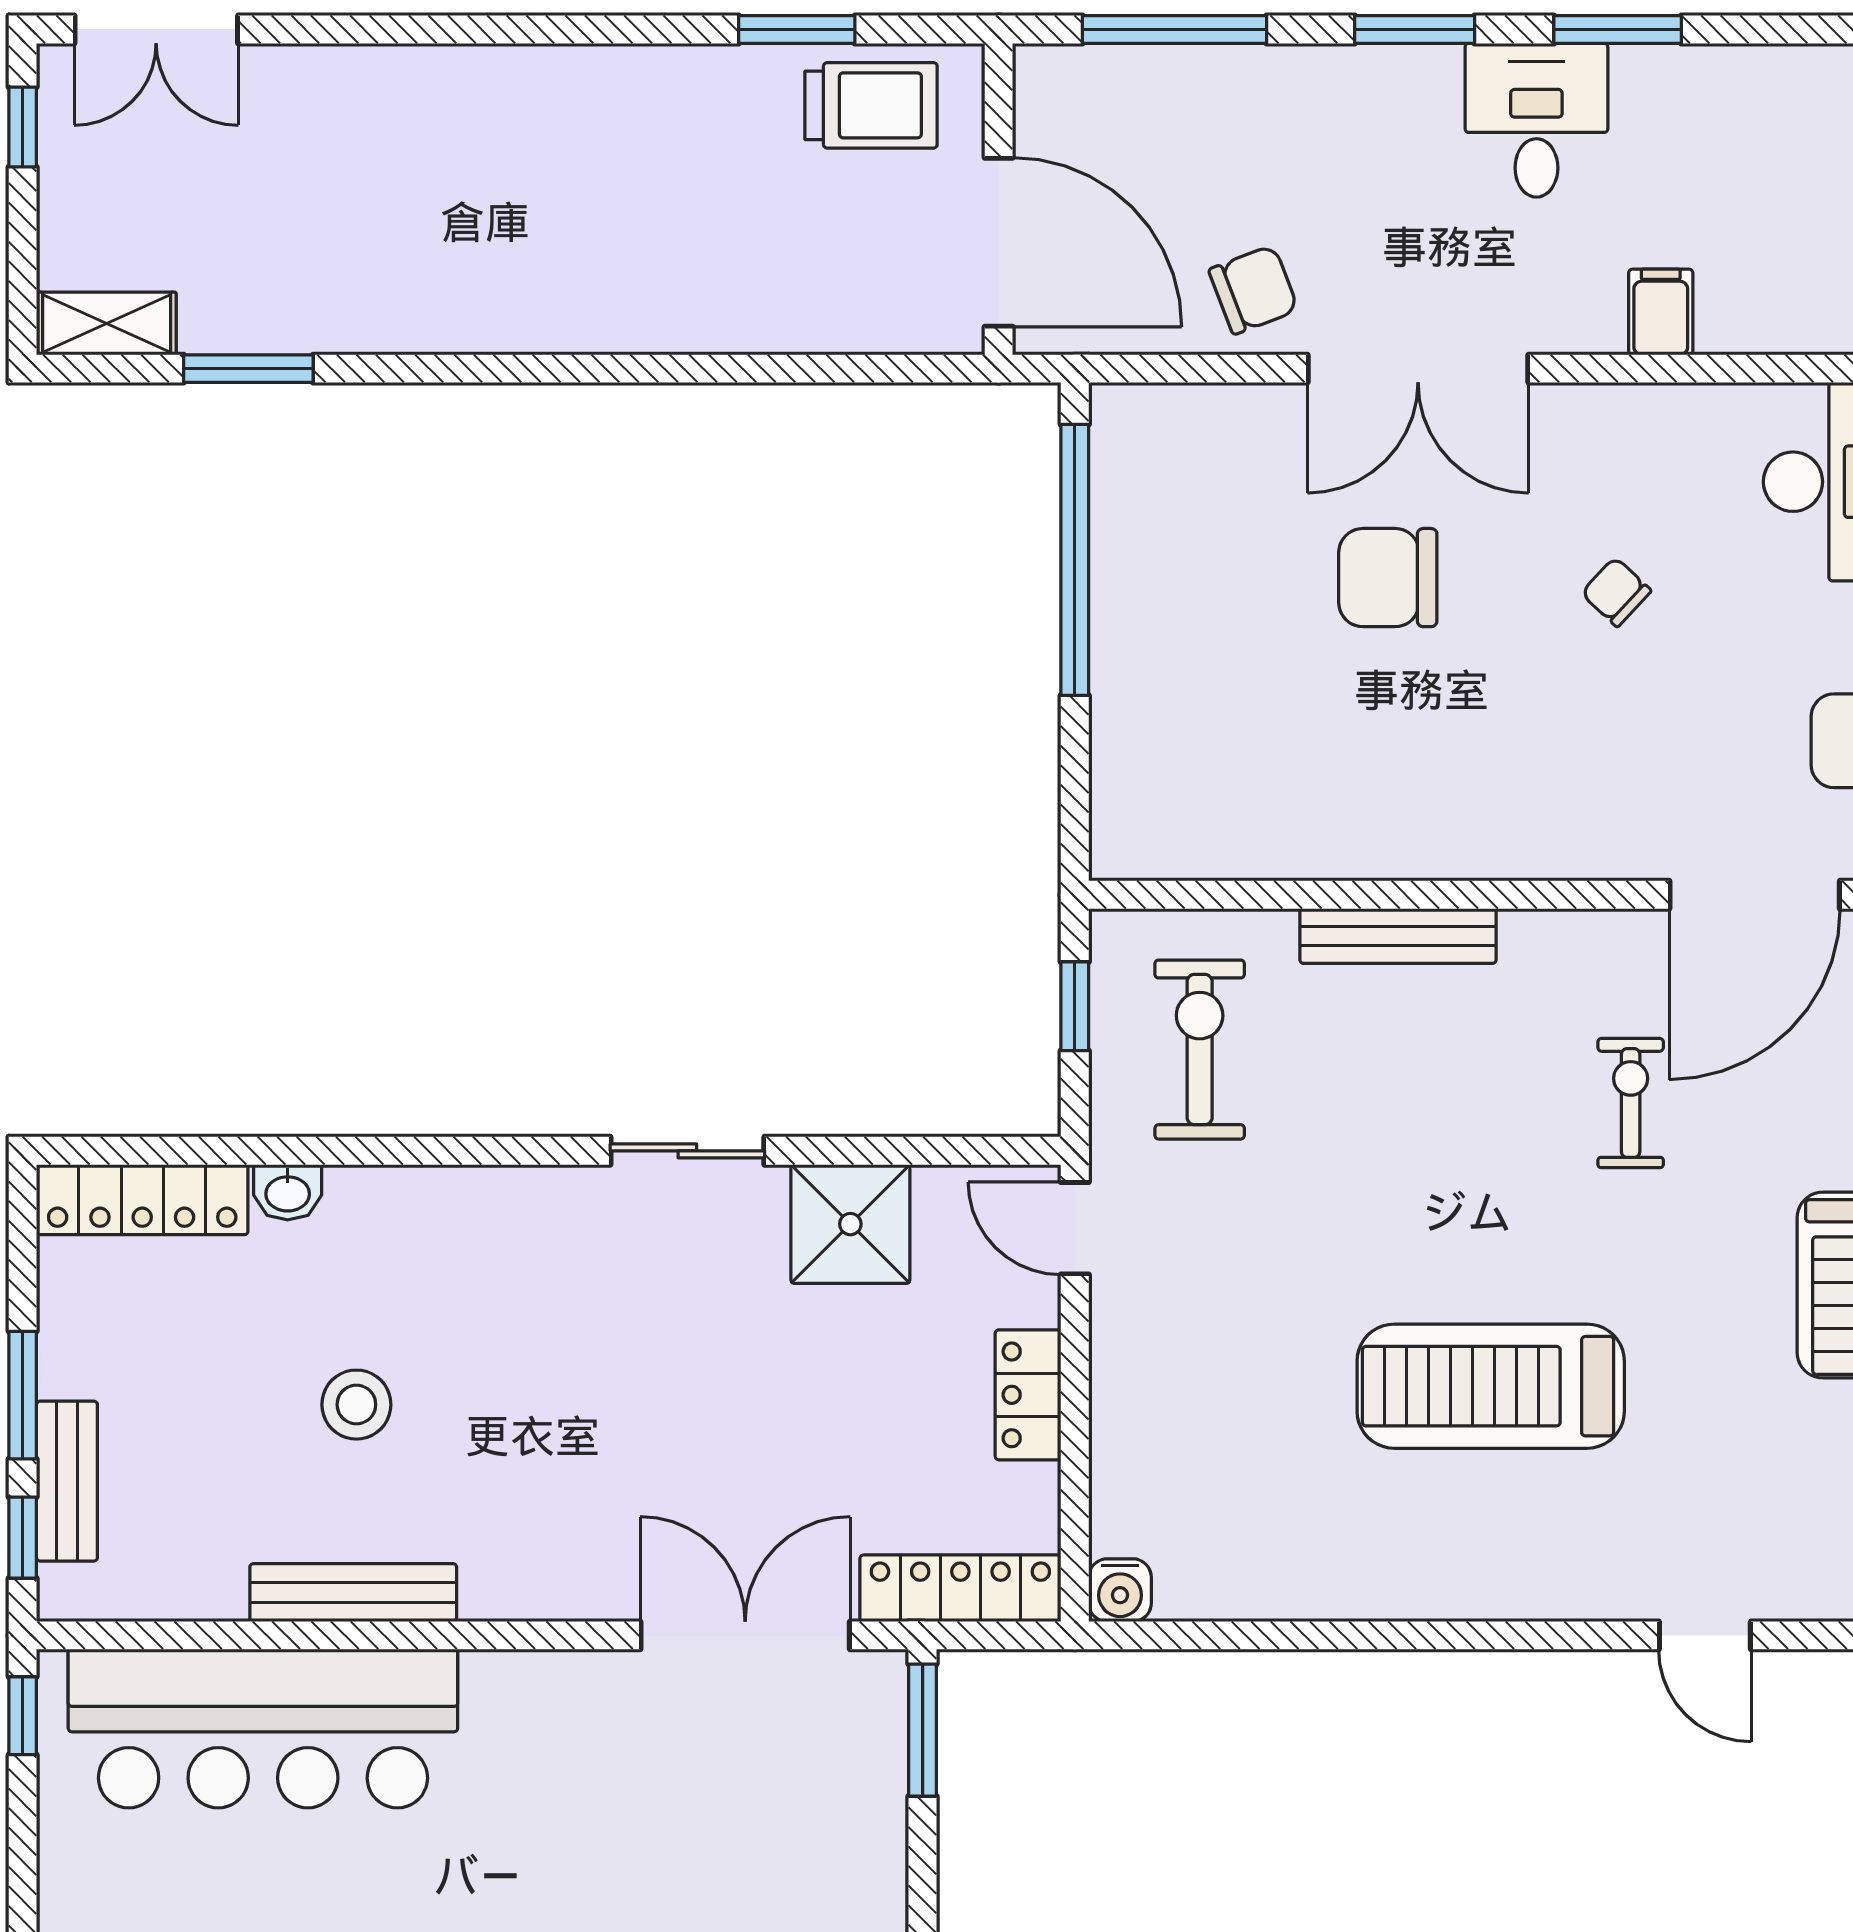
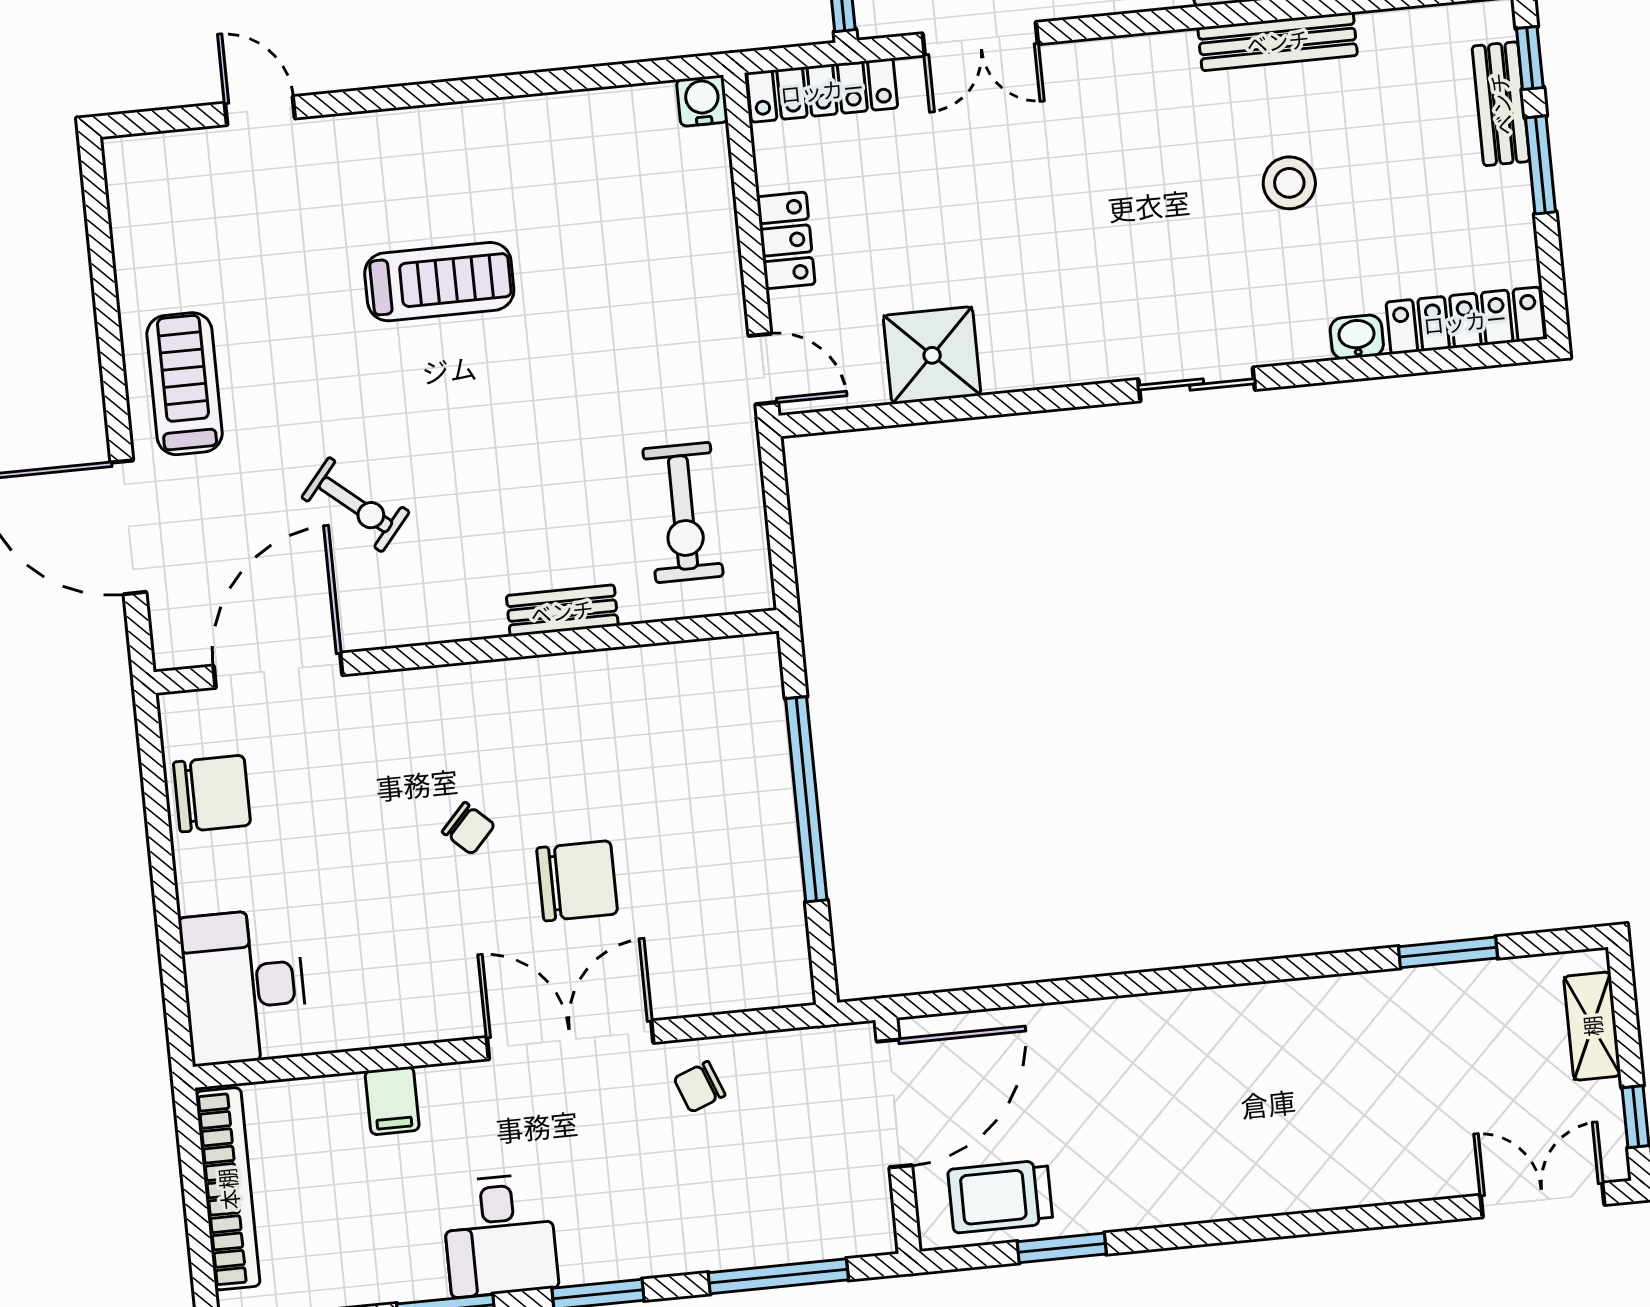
door: (999, 242) -> (894, 1103), swing flipped
chair: (1253, 290) -> (699, 1087), width x0.73, depth x0.73
shelving: (107, 323) -> (1592, 1026), moved, turned 90
window: (1075, 560) -> (806, 799), moved
chair: (1616, 592) -> (468, 828), moved
bench: (1398, 936) -> (562, 611), width x0.73
window: (1075, 1006) -> (780, 536), removed
exercise bike: (1631, 1103) -> (356, 505), turned -50
sliding door: (687, 1151) -> (1197, 384), moved
treadmill: (1491, 1386) -> (439, 282), width x0.73, depth x0.73
double door: (745, 1635) -> (980, 39), width x0.73

